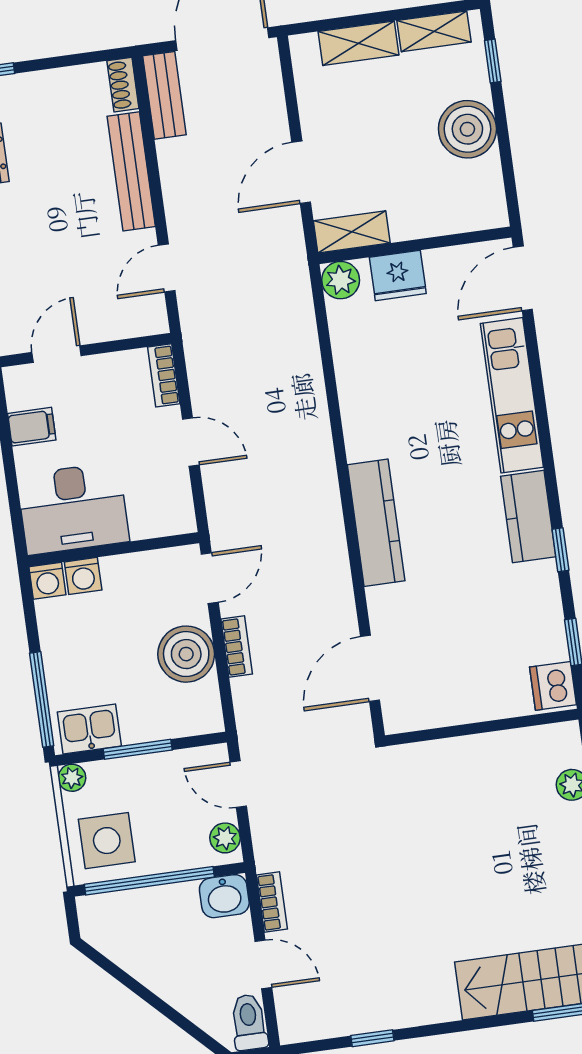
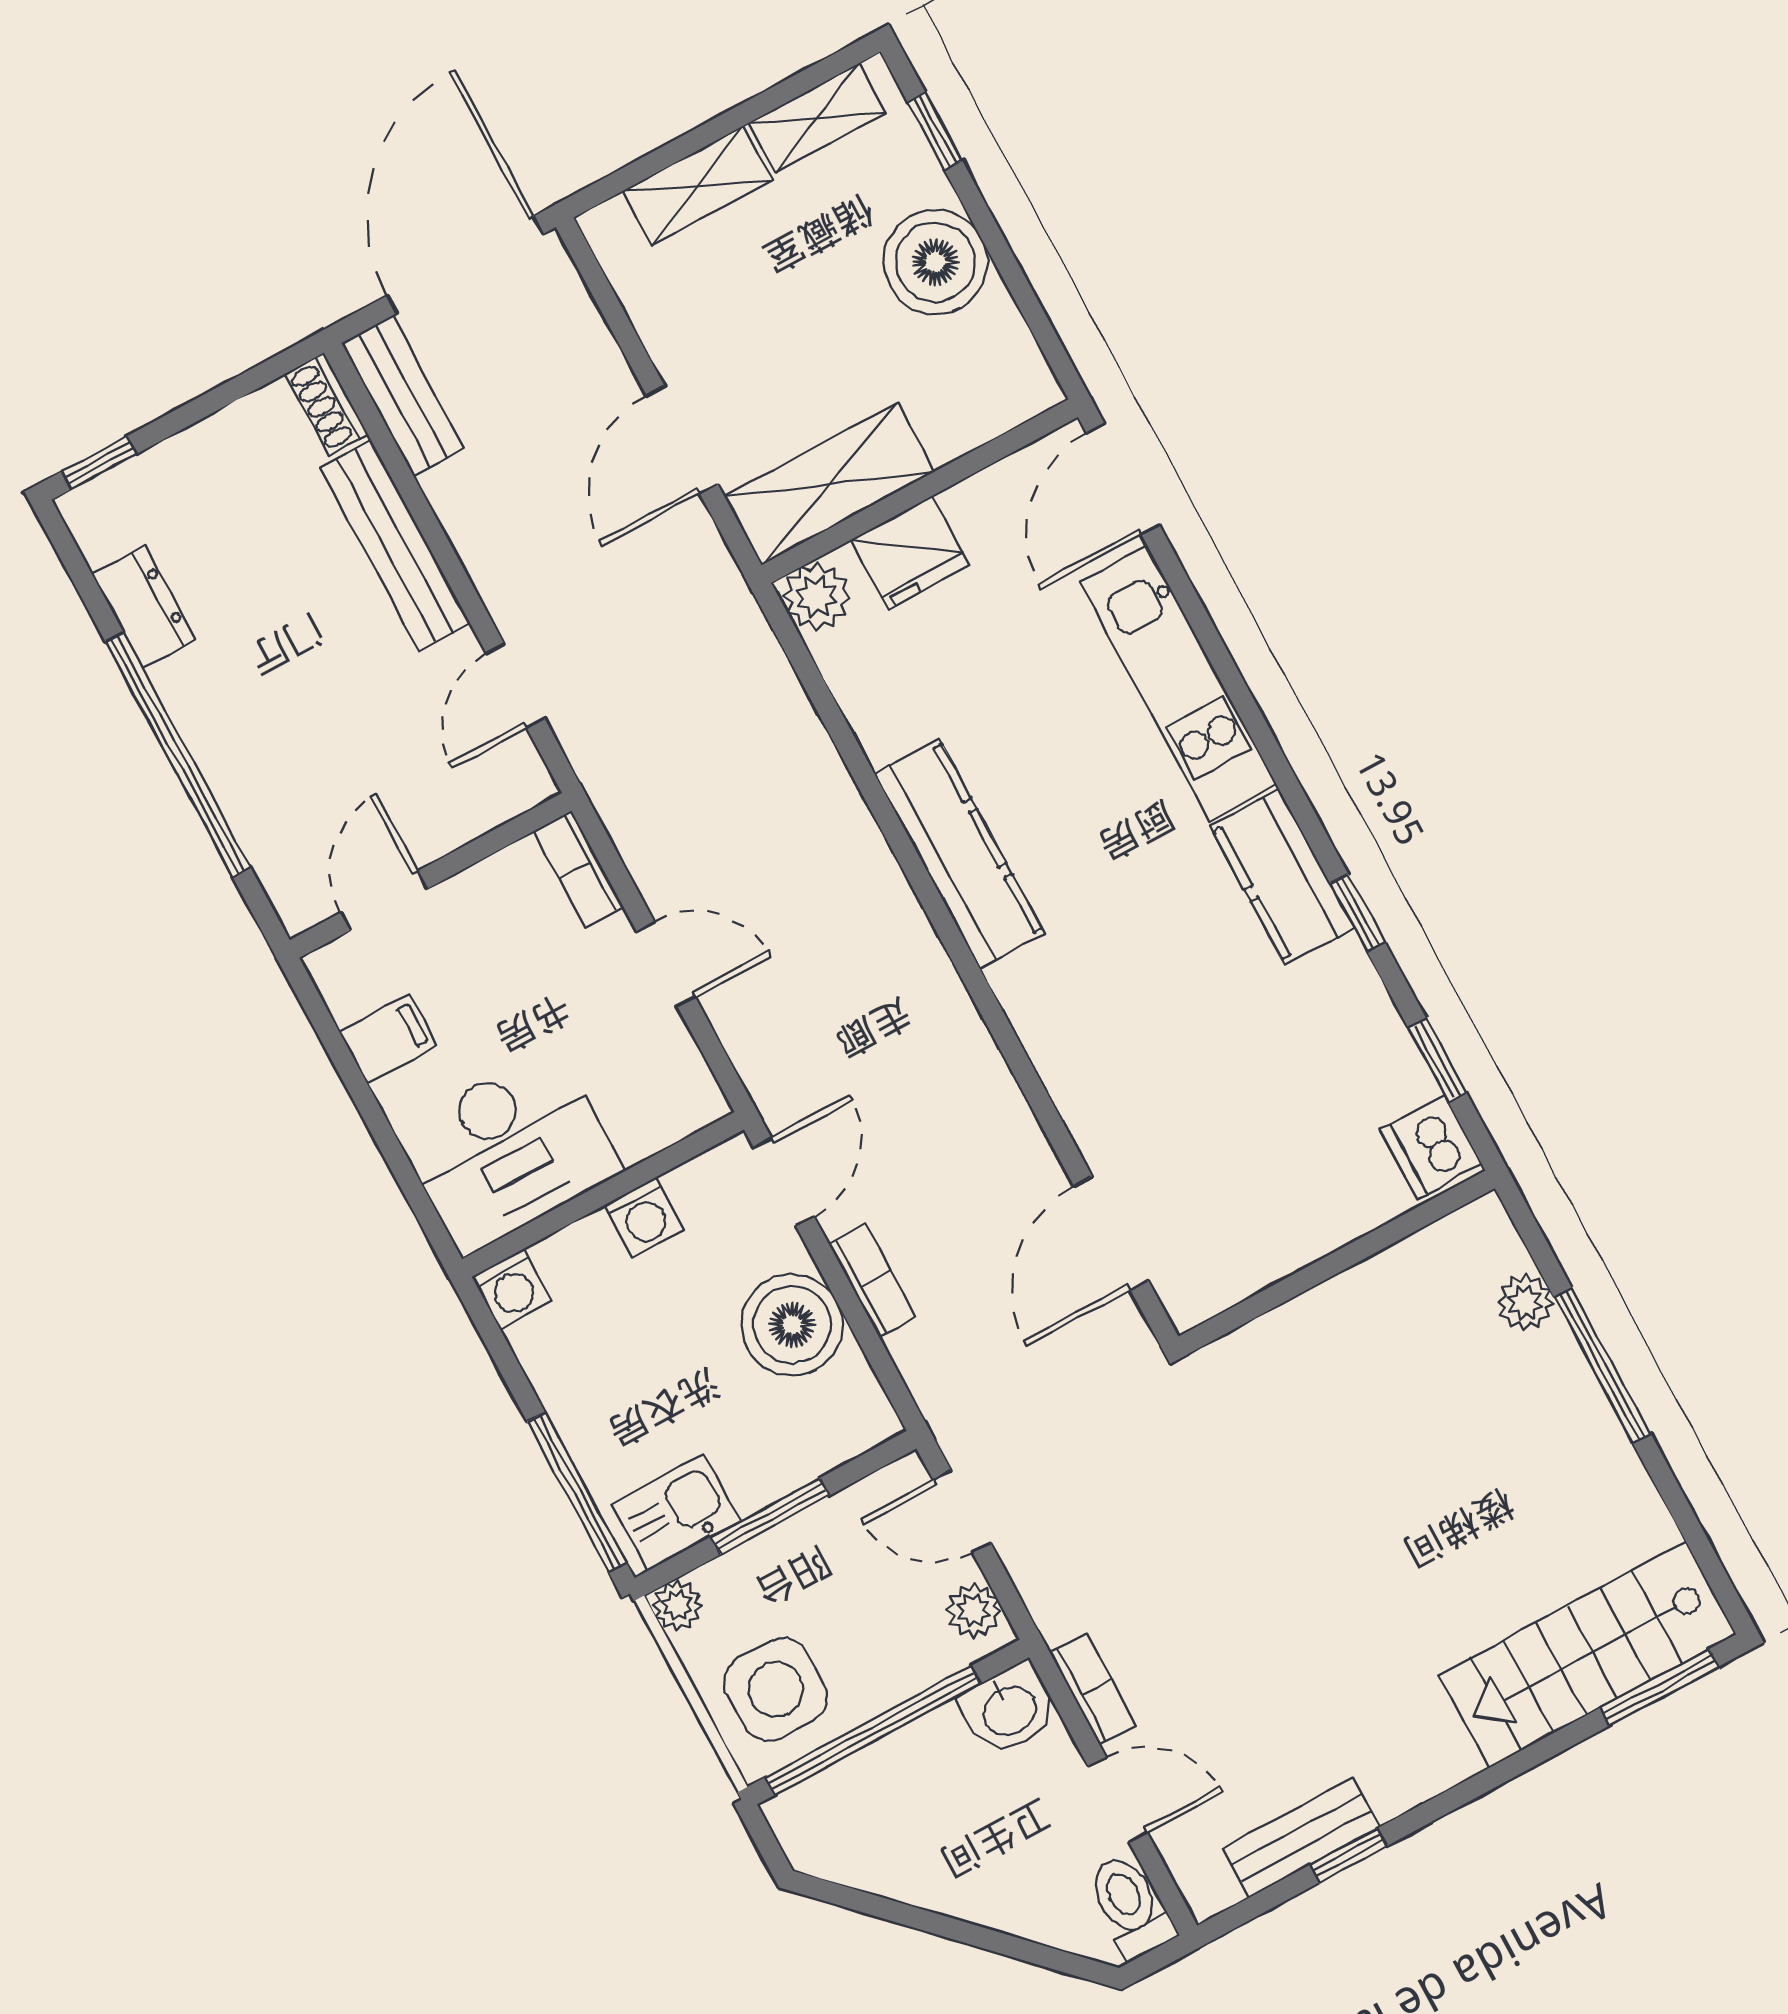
shelving: (352, 232) -> (829, 484), width x1.50, depth x1.33
kitchen counter: (376, 523) -> (959, 854), moved
washing machine: (83, 576) -> (644, 1217), moved
bench: (351, 1020) -> (1301, 1838), added

